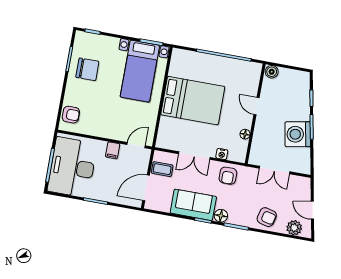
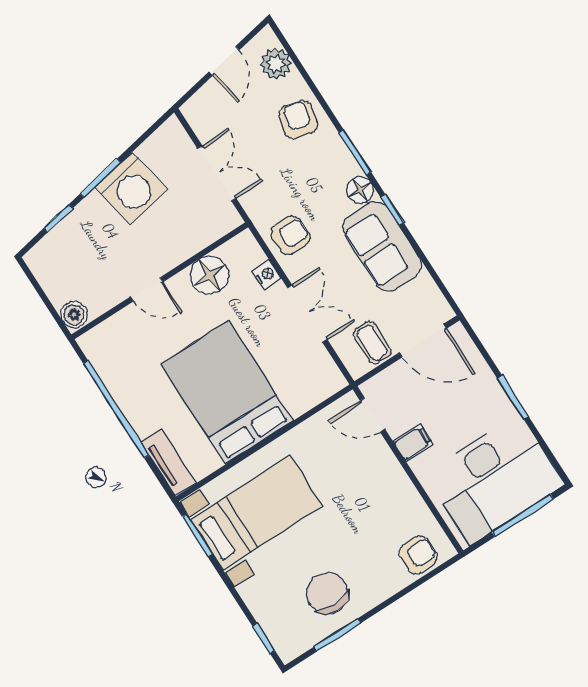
tv unit: (187, 56) -> (168, 462), added
door: (257, 106) -> (147, 289), hinge flipped
armchair: (71, 115) -> (418, 555), turned 90
floor lamp: (245, 134) -> (209, 275), width x1.89, depth x1.89

